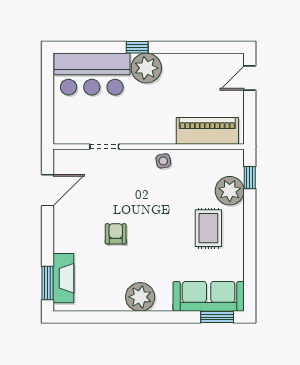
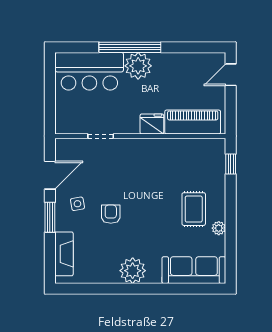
window: (137, 47) -> (130, 47), width x3.17
fridge: (162, 133) -> (152, 124), added
side table: (163, 161) -> (77, 204), moved
plant: (230, 191) -> (219, 228), moved, width x0.53, depth x0.53
window: (48, 283) -> (50, 217), moved
window: (217, 317) -> (201, 289), removed

